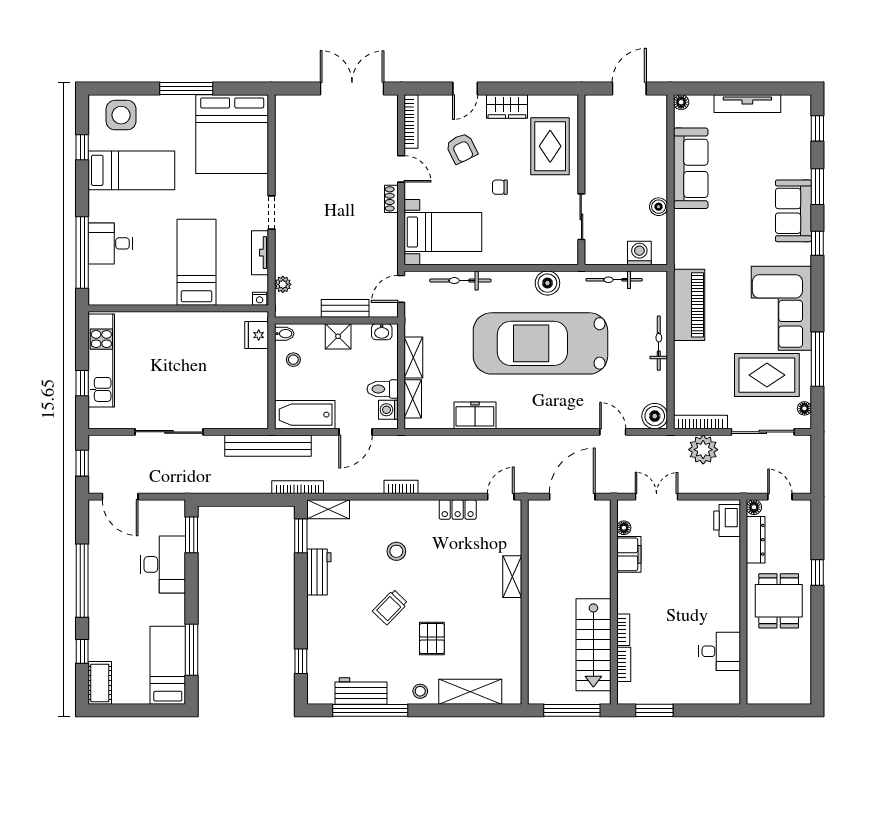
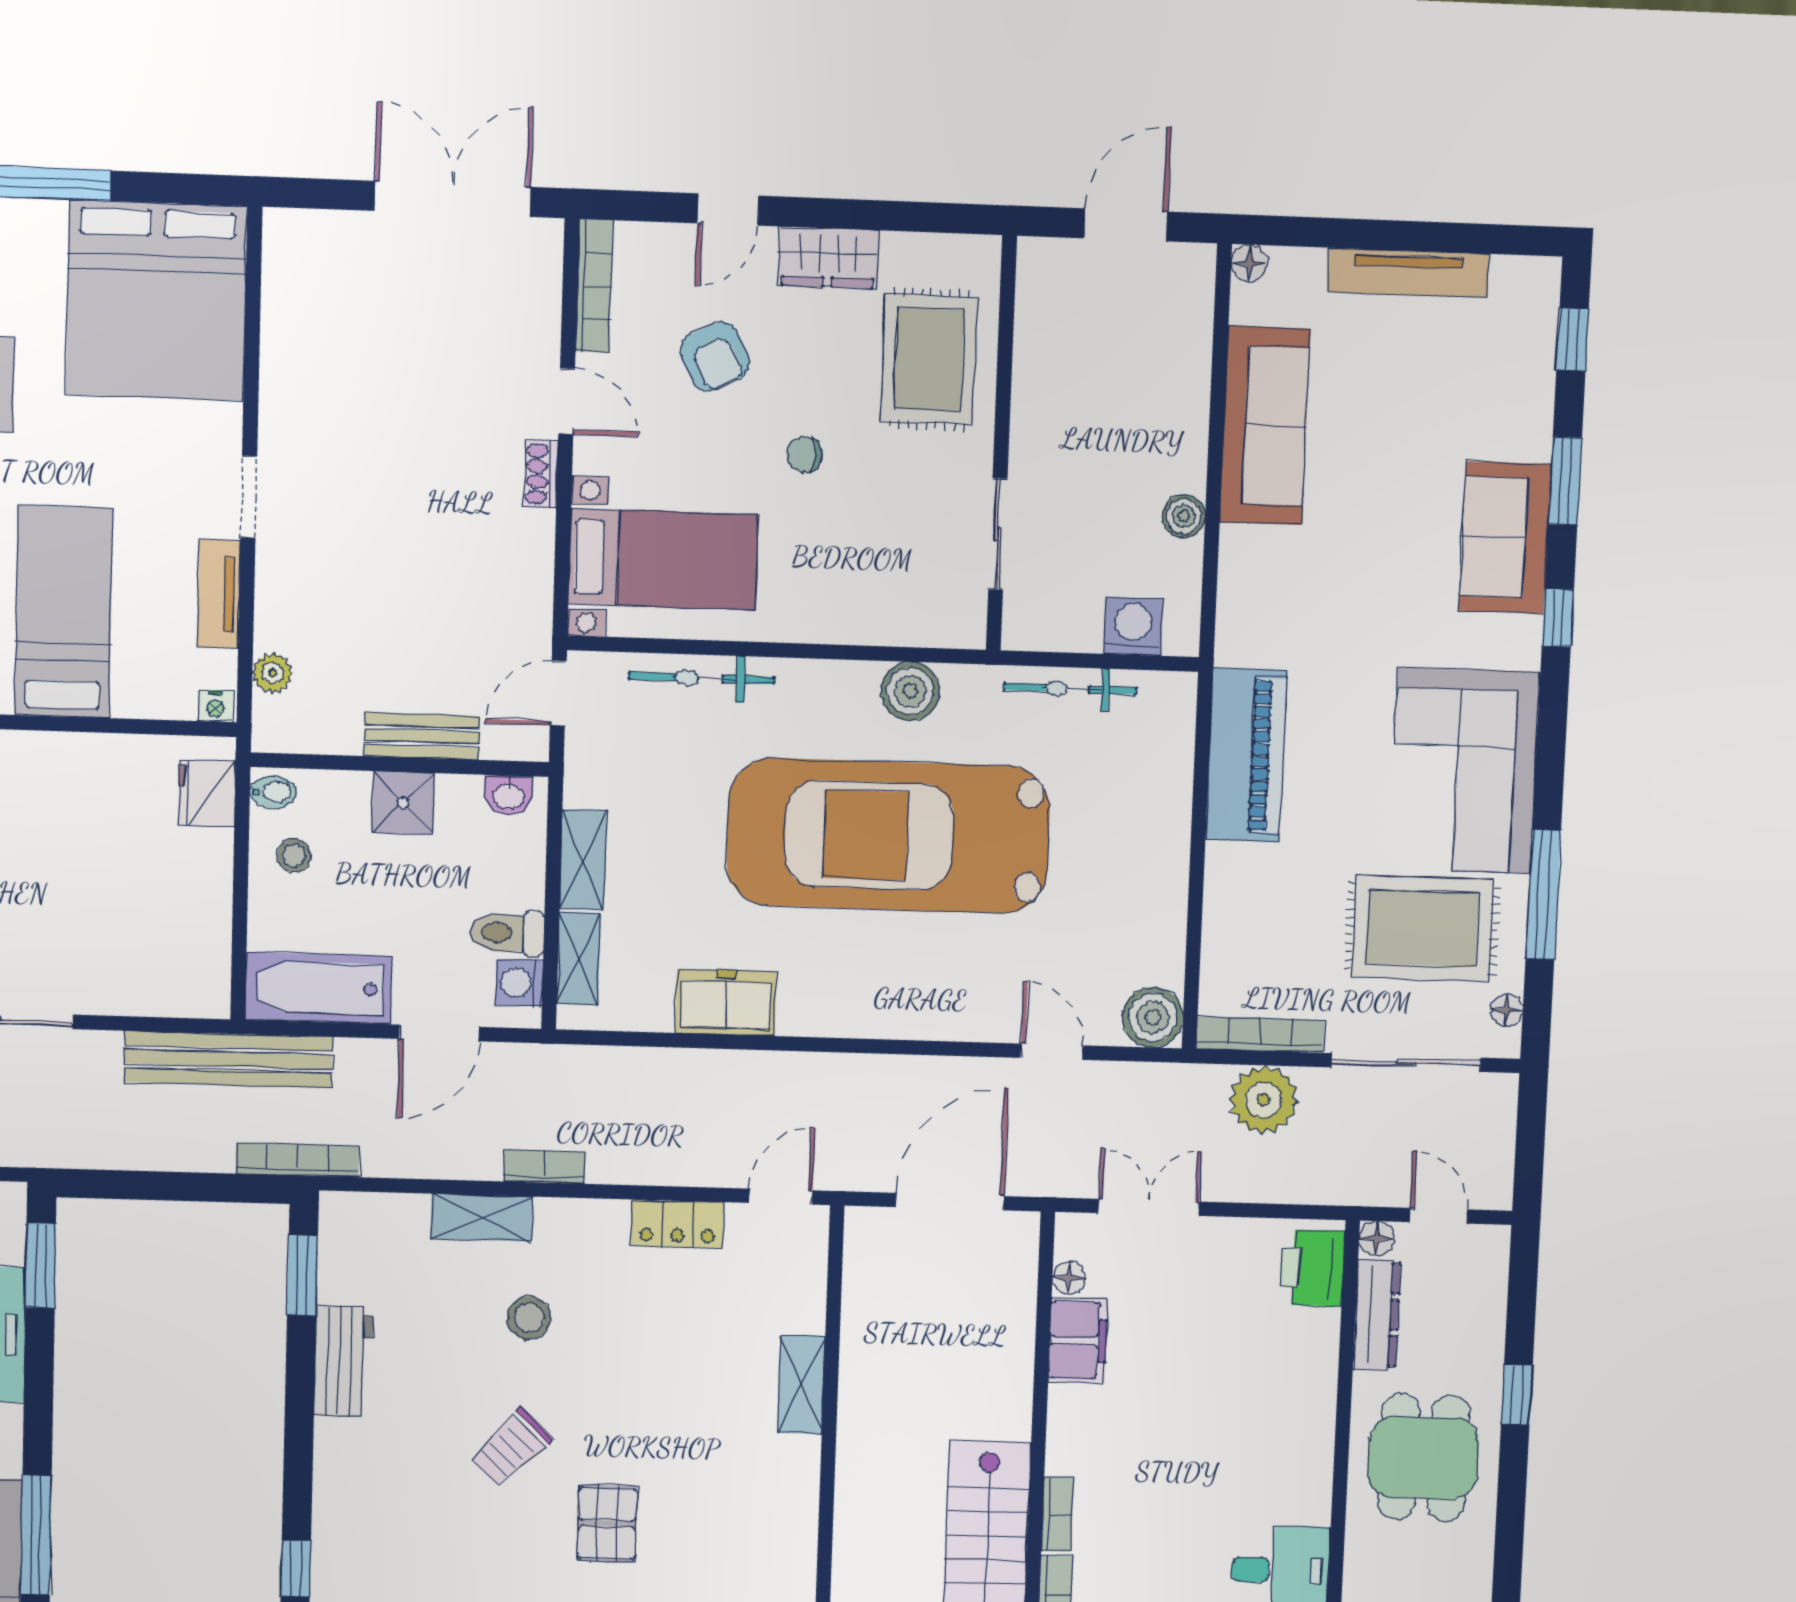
bicycle: (659, 343) -> (1170, 844), removed
shelving: (328, 509) -> (482, 1218), moved

